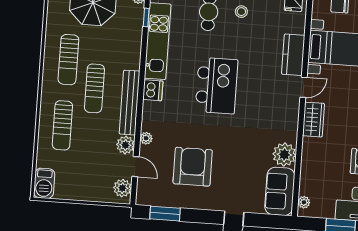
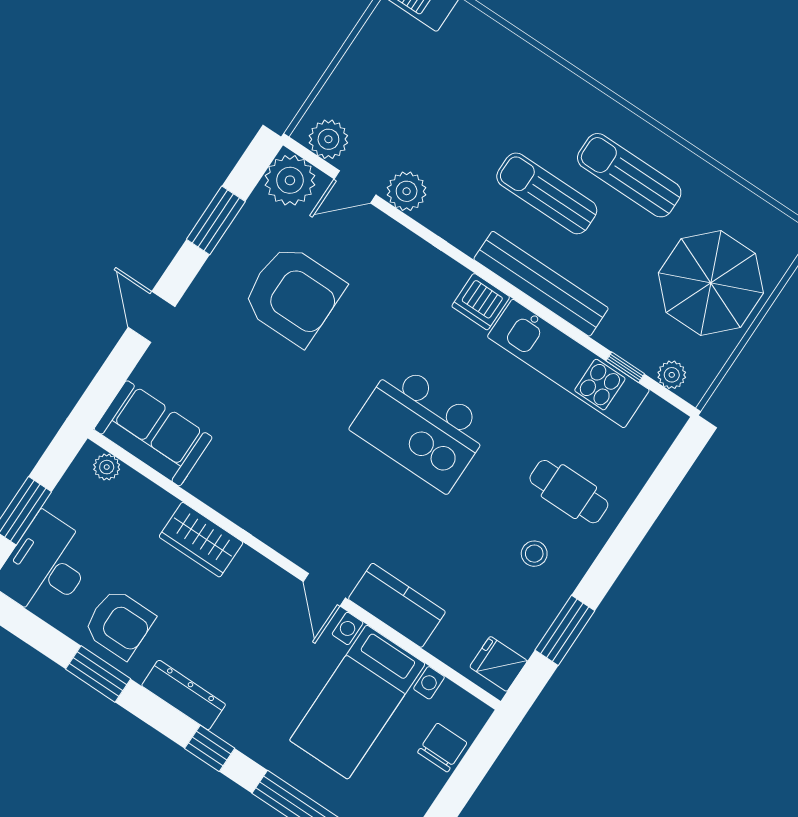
bench: (130, 103) -> (541, 284), moved
wardrobe: (314, 120) -> (201, 540), moved
sun lounger: (62, 125) -> (511, 93), removed
plant: (146, 138) -> (290, 180), moved, width x1.88, depth x1.88
plant: (284, 155) -> (218, 481), removed
window: (165, 214) -> (216, 220), moved

